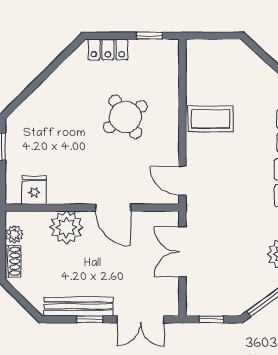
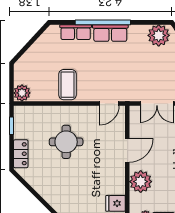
plant: (198, 51) -> (22, 93), added
round table: (125, 117) -> (66, 142), turned 33

